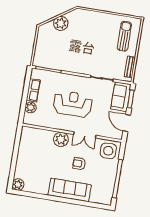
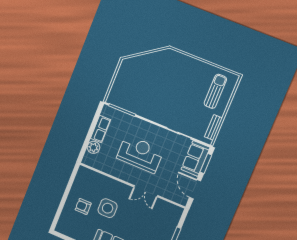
plant: (61, 23) -> (147, 61), removed
plant: (61, 139) -> (119, 190), removed
side table: (108, 151) -> (108, 208), moved
armchair: (79, 164) -> (83, 206), moved
plant: (18, 184) -> (62, 227), removed

